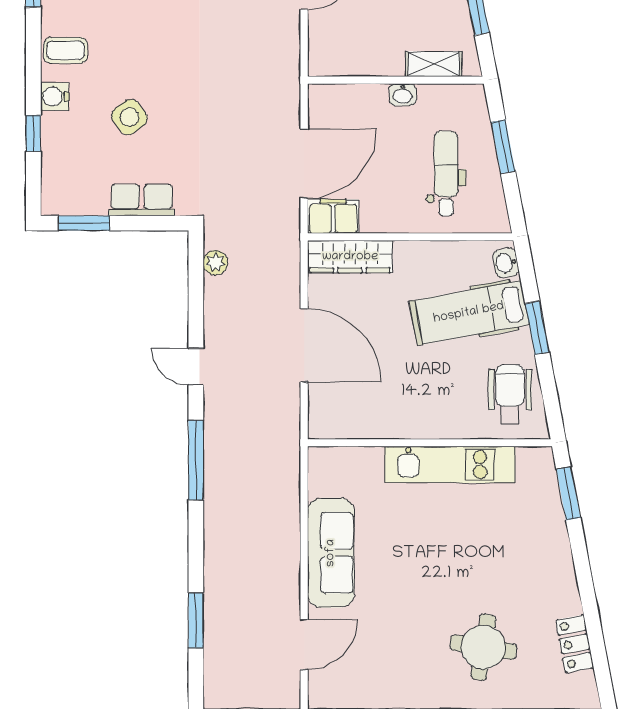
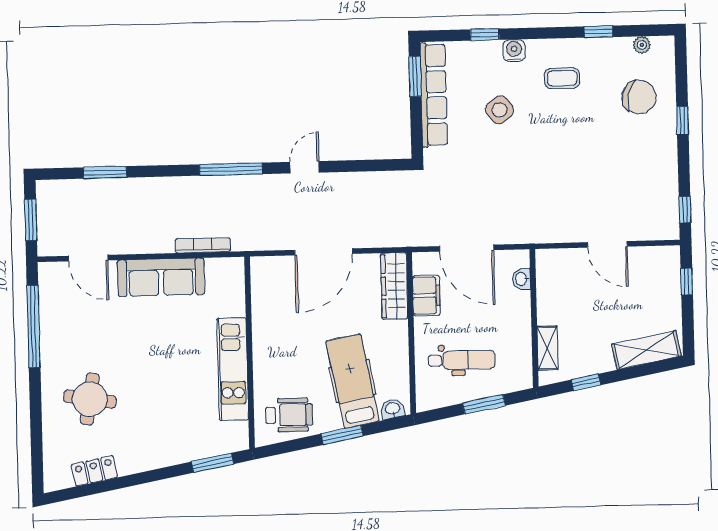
coffee table: (66, 50) -> (562, 78), moved, turned 90
washbasin: (403, 95) -> (522, 279), moved
row of seats: (142, 200) -> (434, 95), width x2.02
filing cabinet: (333, 216) -> (426, 296), moved
plant: (215, 263) -> (387, 180), removed
bookcase: (292, 499) -> (203, 245), added

